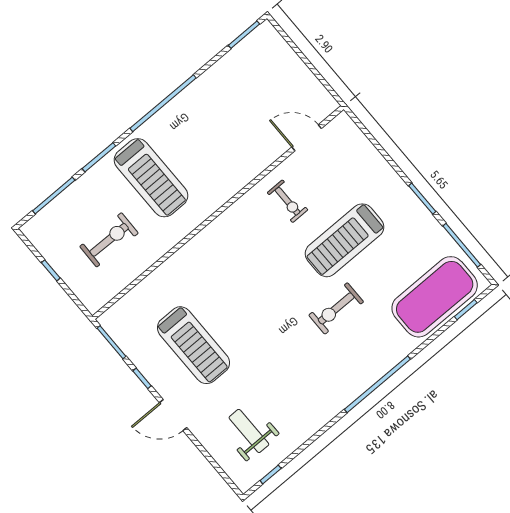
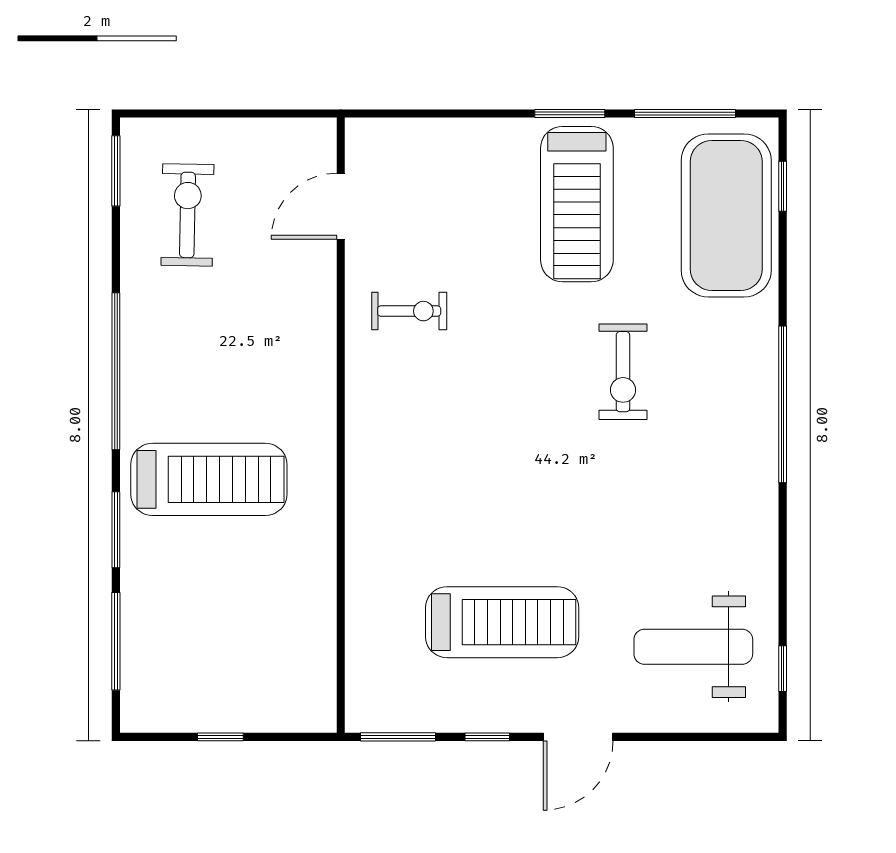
exercise bike: (109, 240) -> (187, 215), moved
treadmill: (345, 240) -> (577, 204), moved
weight bench: (249, 431) -> (693, 647), width x1.36, depth x1.33

